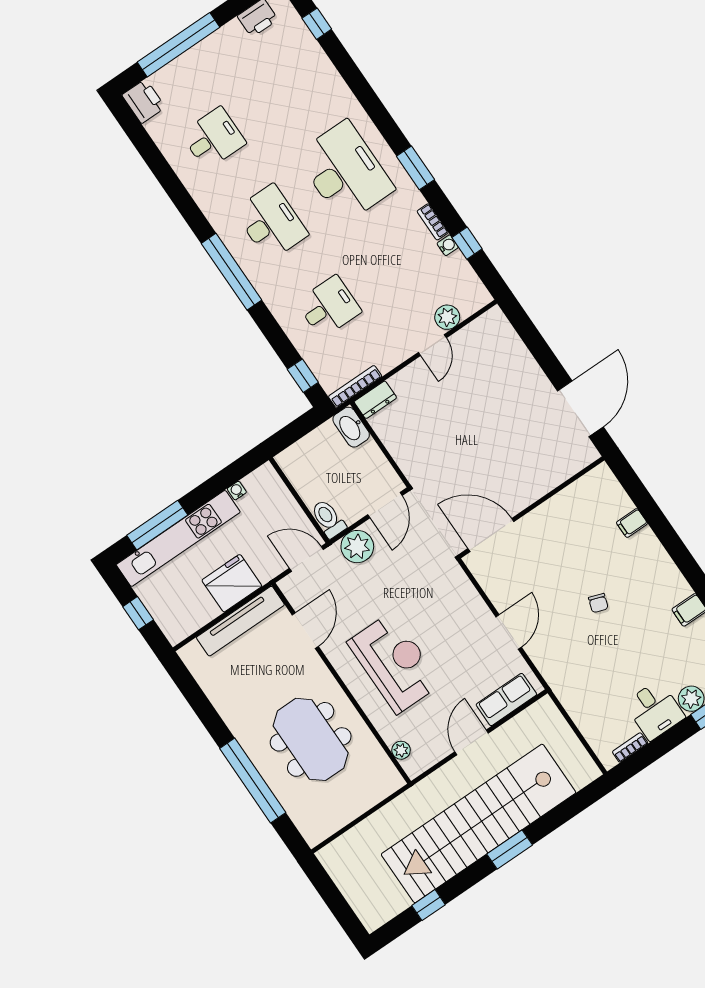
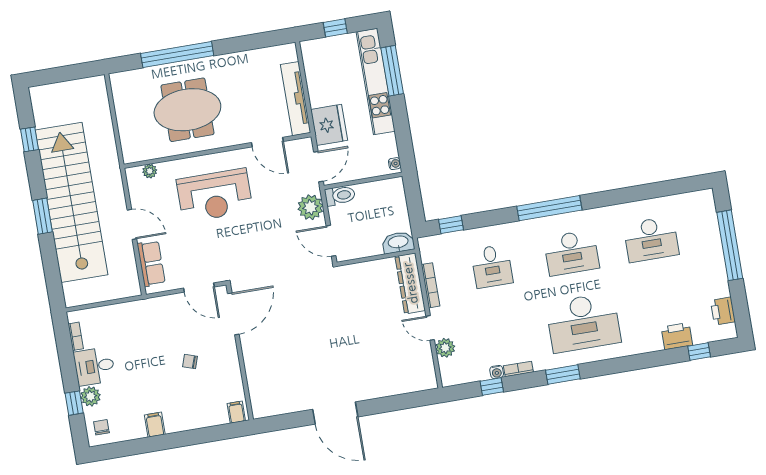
printer: (144, 101) -> (677, 336), moved, turned 180
desk: (213, 138) -> (651, 239), width x1.37
bookcase: (355, 387) -> (430, 285), moved
dresser: (375, 400) -> (410, 283), width x1.96, depth x1.24
water cooler: (237, 491) -> (395, 164), moved
wall: (531, 507) -> (240, 352), moved
door: (491, 535) -> (233, 314), moved
fridge: (232, 583) -> (329, 125), moved

